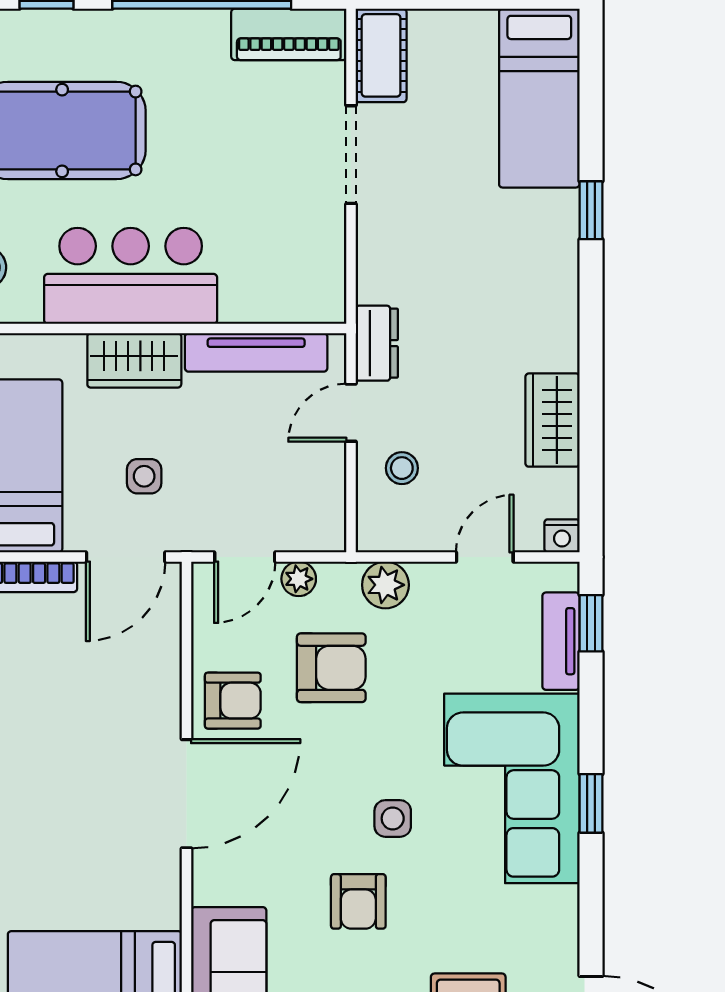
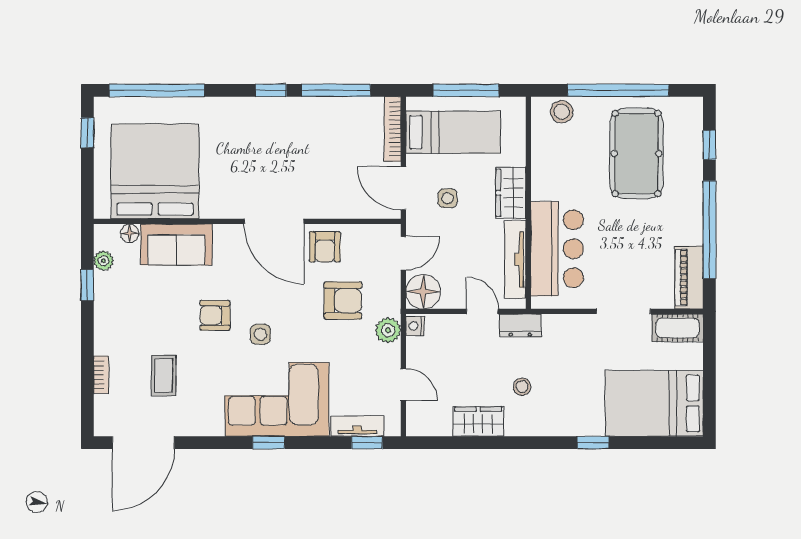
bed: (539, 98) -> (654, 403), width x1.50
bar counter: (131, 276) -> (557, 249), moved
stool: (402, 468) -> (522, 387), moved
floor lamp: (315, 521) -> (423, 292), added
nightstand: (562, 536) -> (415, 326), moved
door: (245, 557) -> (403, 253), swing flipped
plant: (299, 579) -> (391, 283), removed
armchair: (331, 668) -> (343, 301), turned -90

